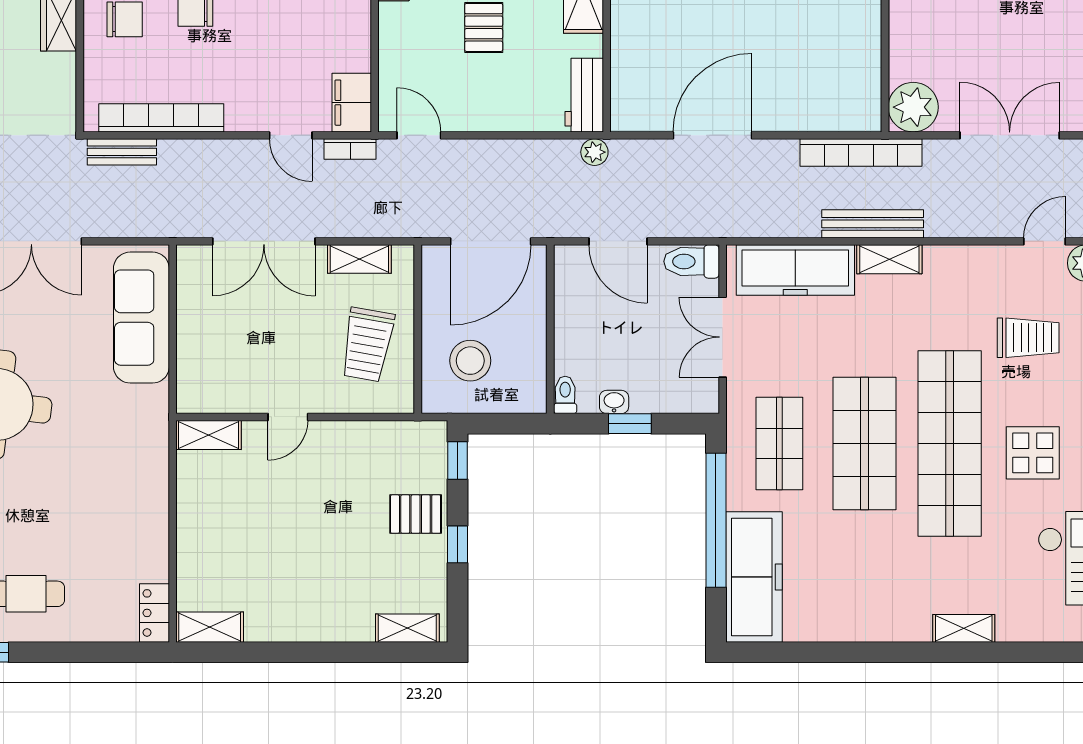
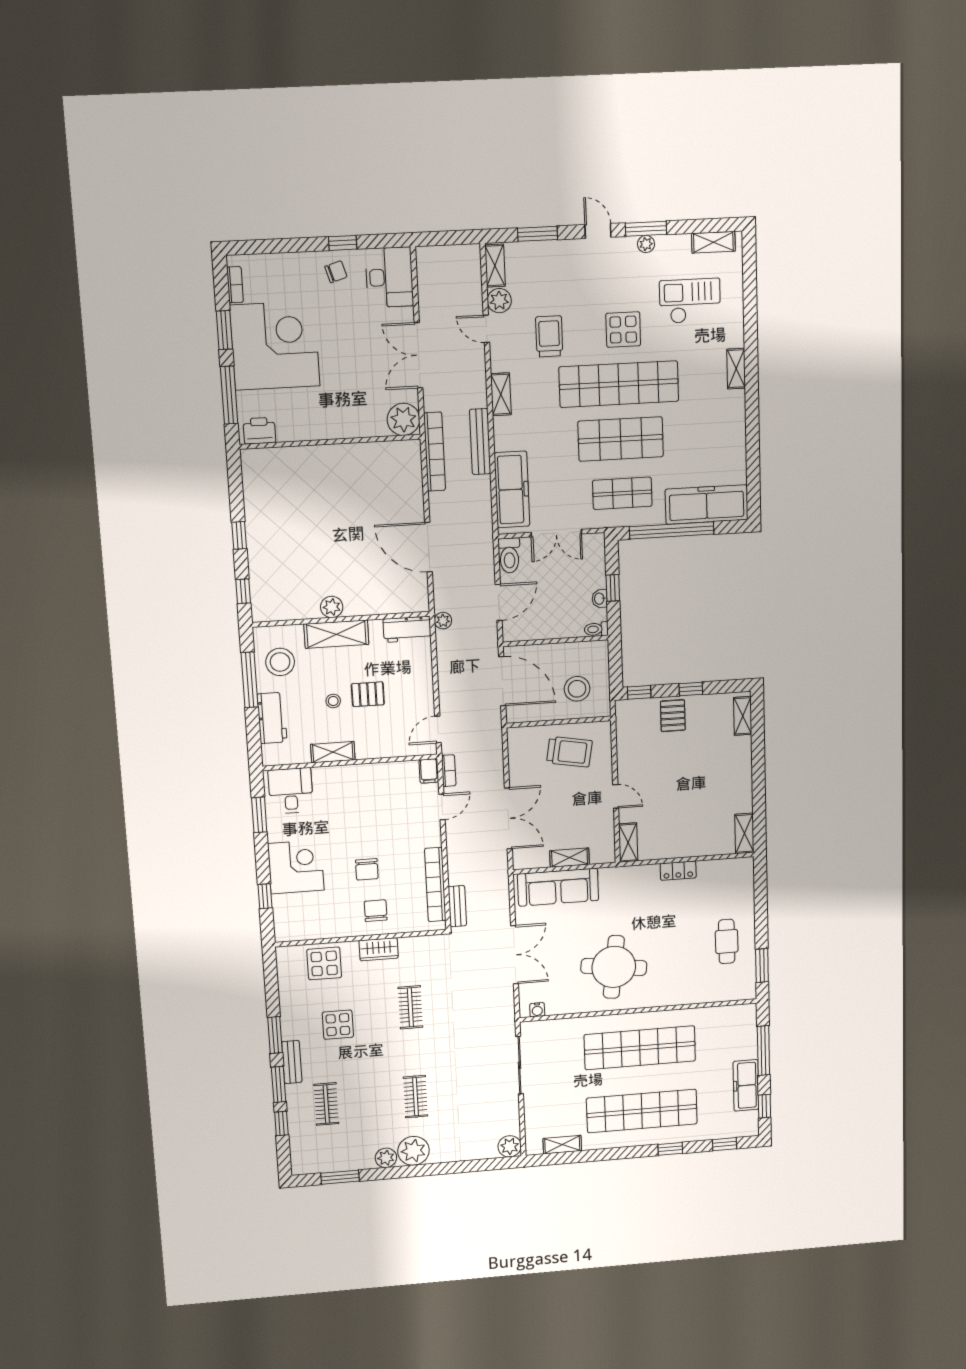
filing cabinet: (352, 103) -> (429, 771), width x0.50
shelving: (359, 259) -> (570, 858), moved, turned 90
shelving: (889, 259) -> (501, 394), moved
locker: (154, 613) -> (678, 871), moved

